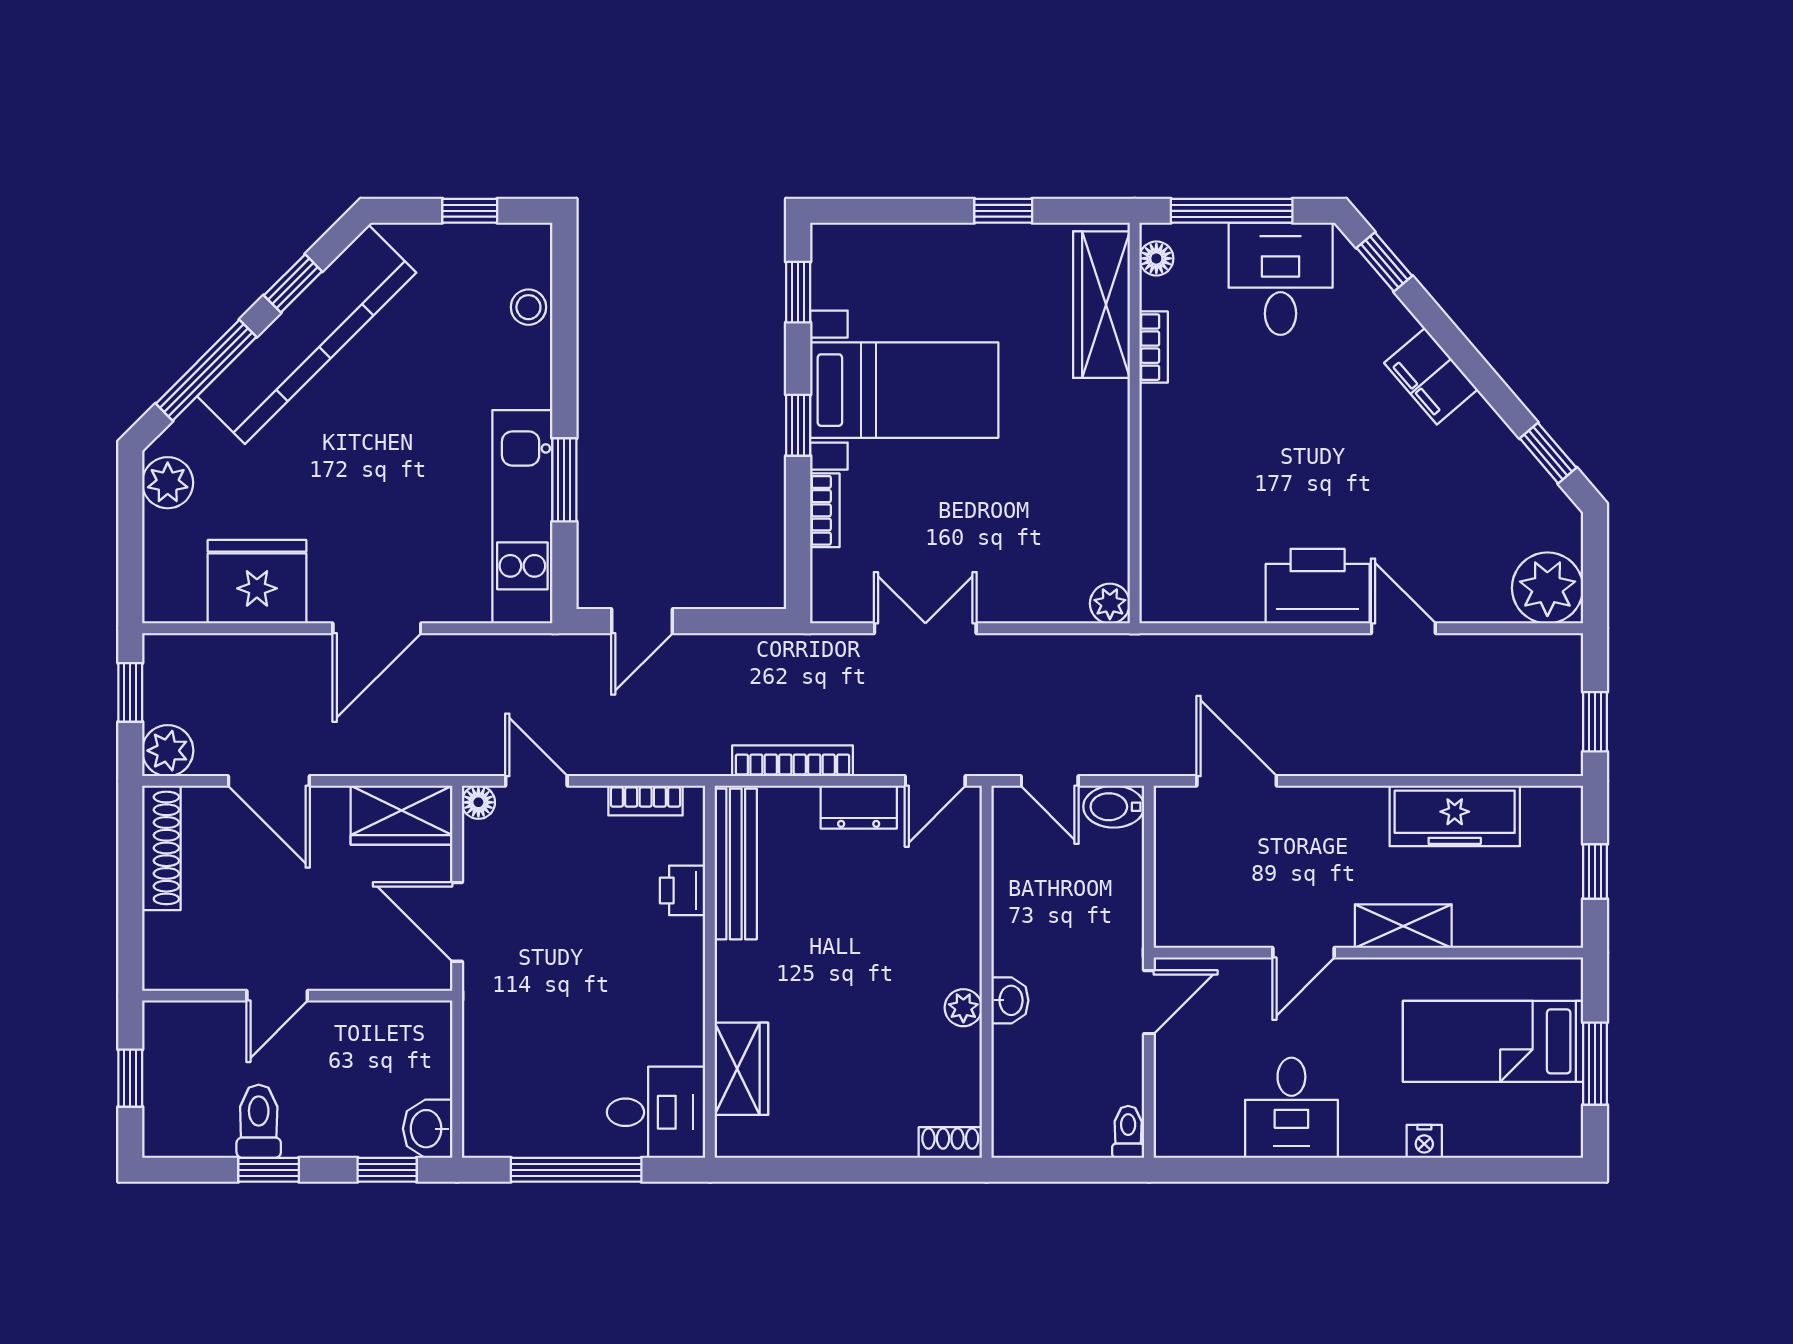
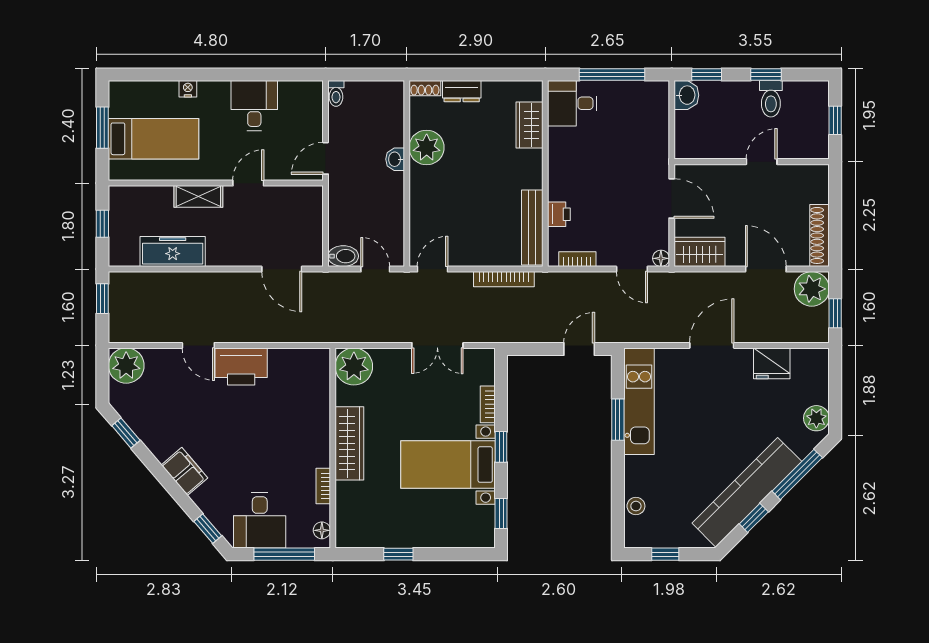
wardrobe: (1101, 305) -> (349, 443), moved
fridge: (257, 582) -> (772, 363), width x0.73, depth x0.75
plant: (1110, 604) -> (354, 366), width x1.87, depth x1.87
plant: (168, 751) -> (812, 289), width x1.36, depth x1.36
dresser: (859, 807) -> (462, 91), moved, turned 180
plant: (963, 1008) -> (427, 147), width x1.88, depth x1.88

